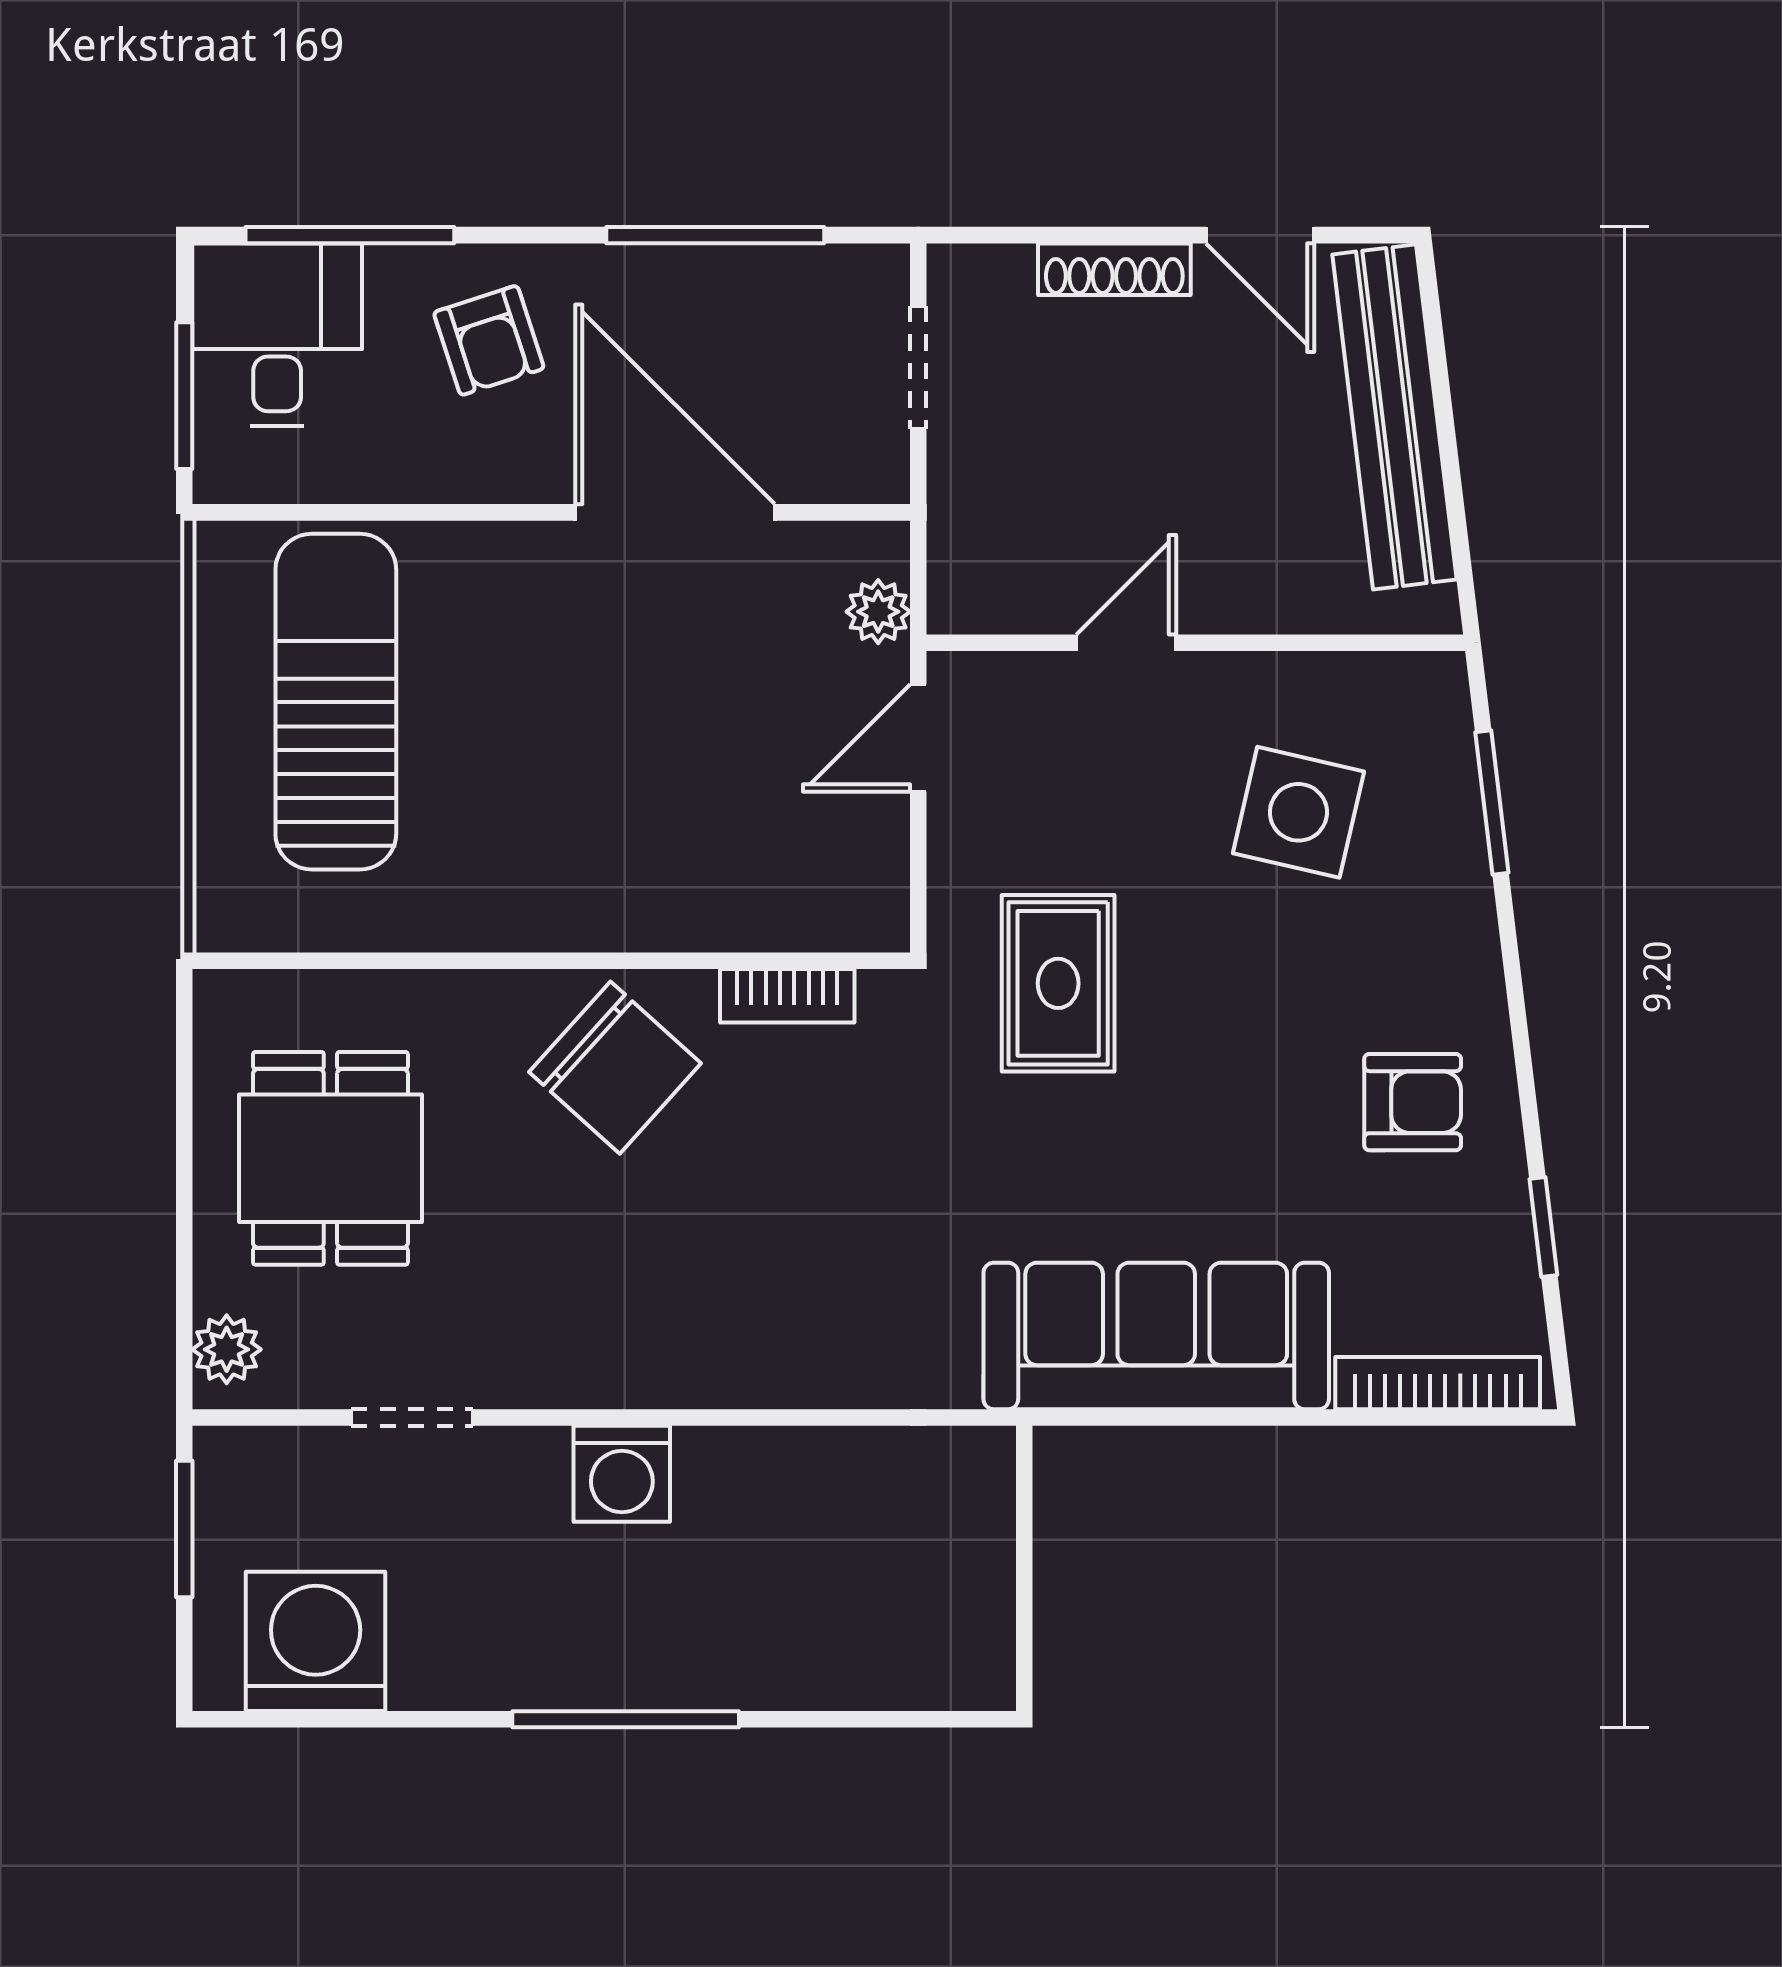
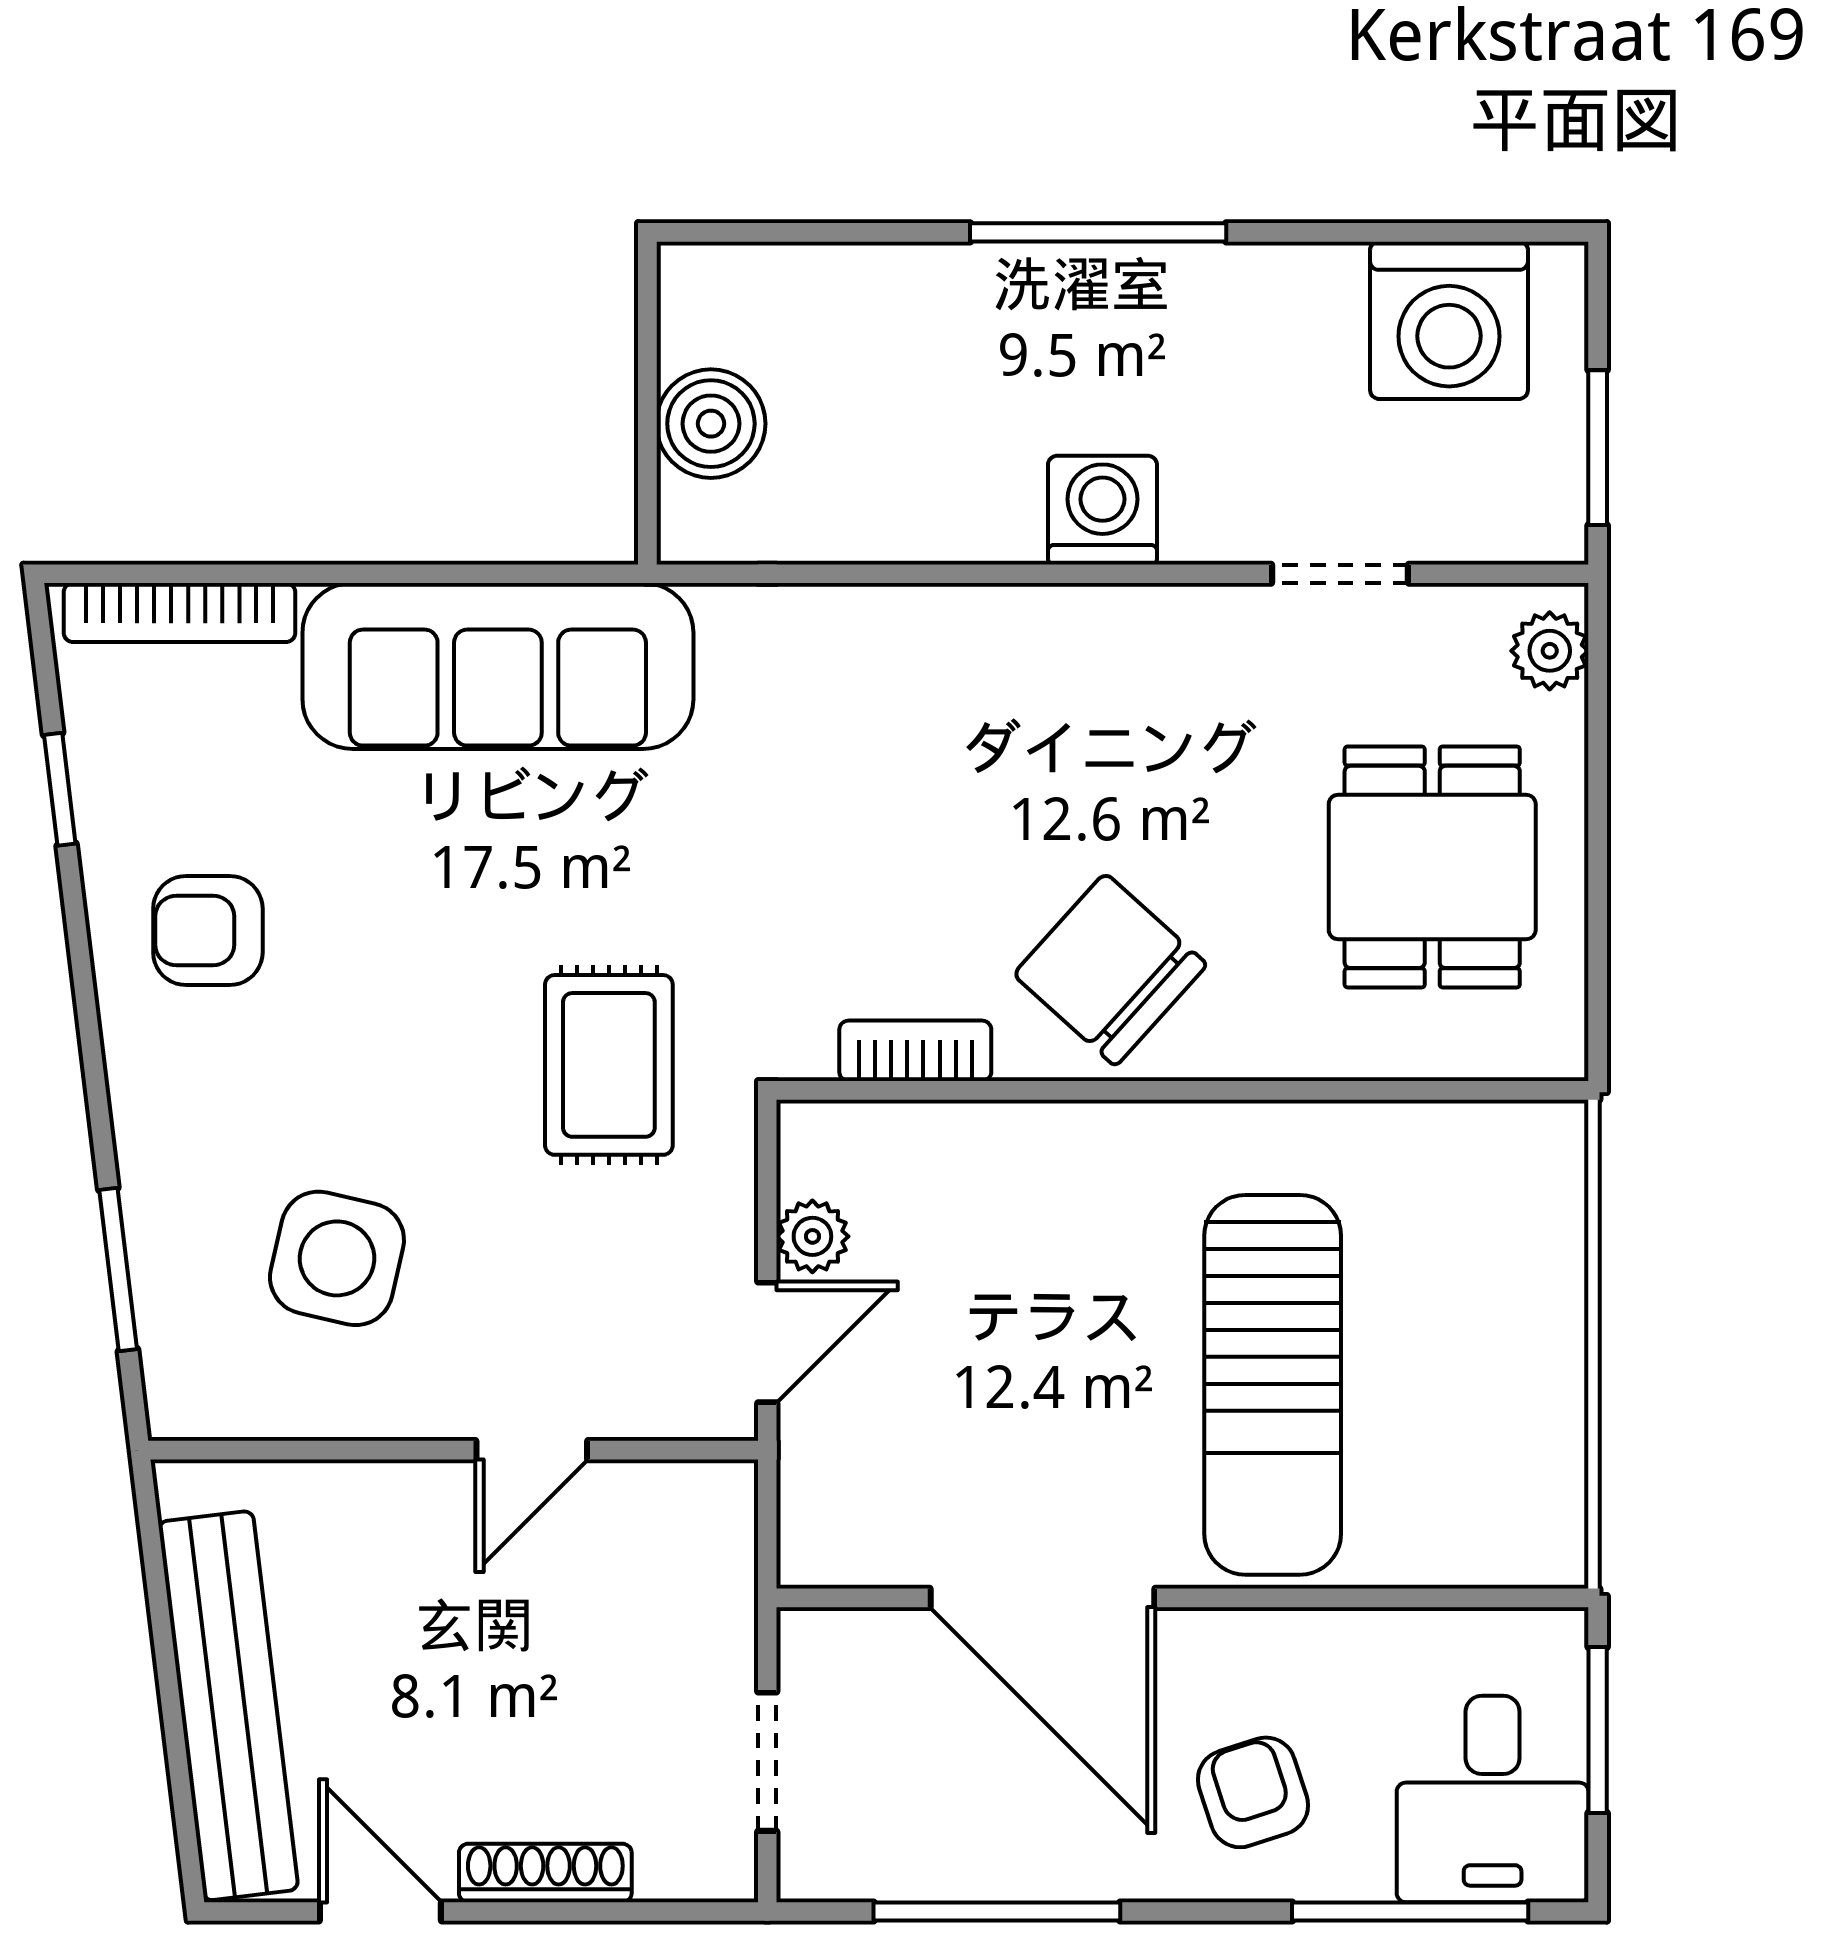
plant: (878, 612) -> (812, 1236), moved
sun lounger: (336, 702) -> (1273, 1385), moved
boiler: (968, 1550) -> (711, 424), added

